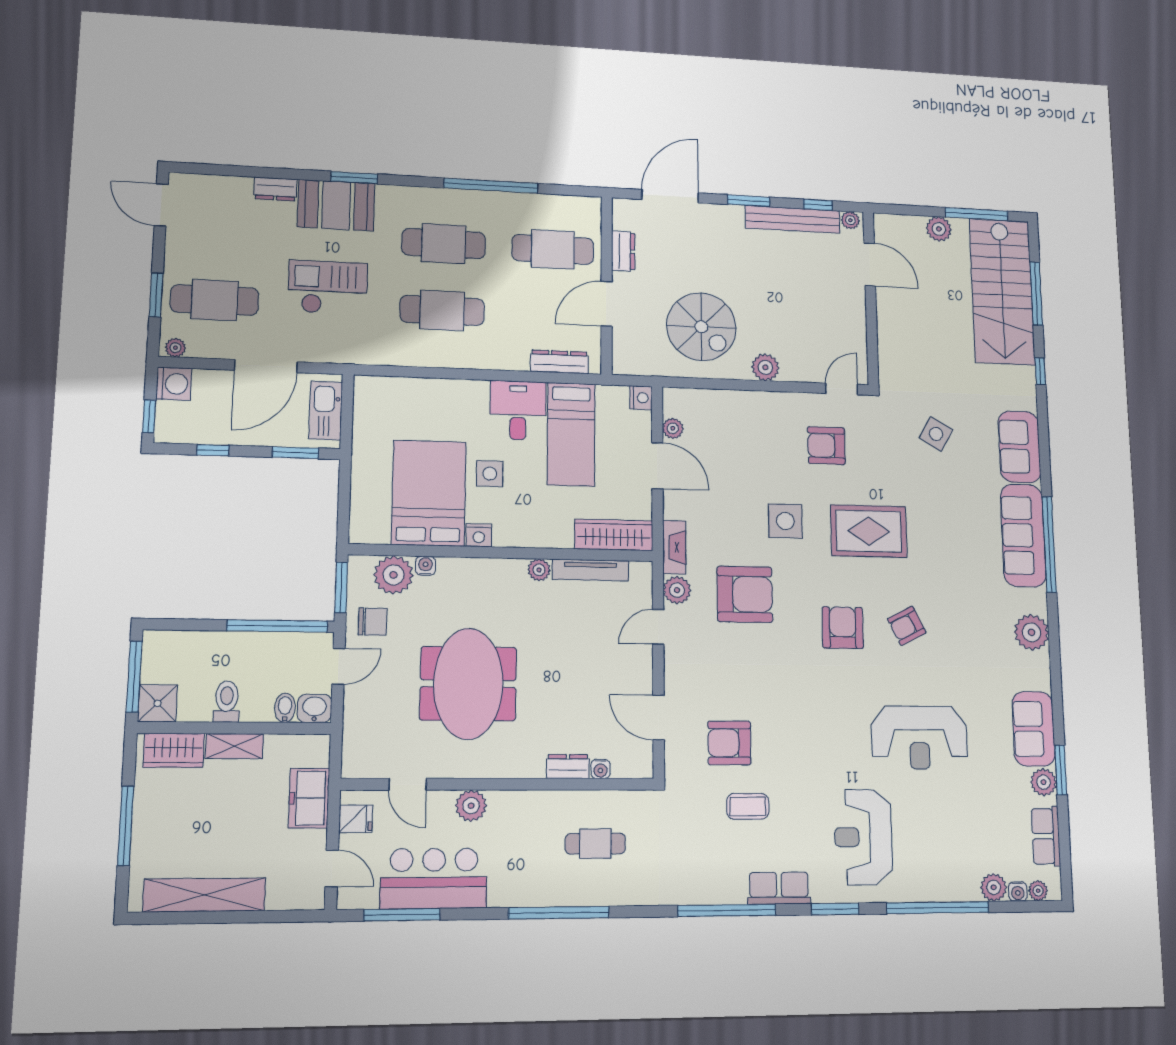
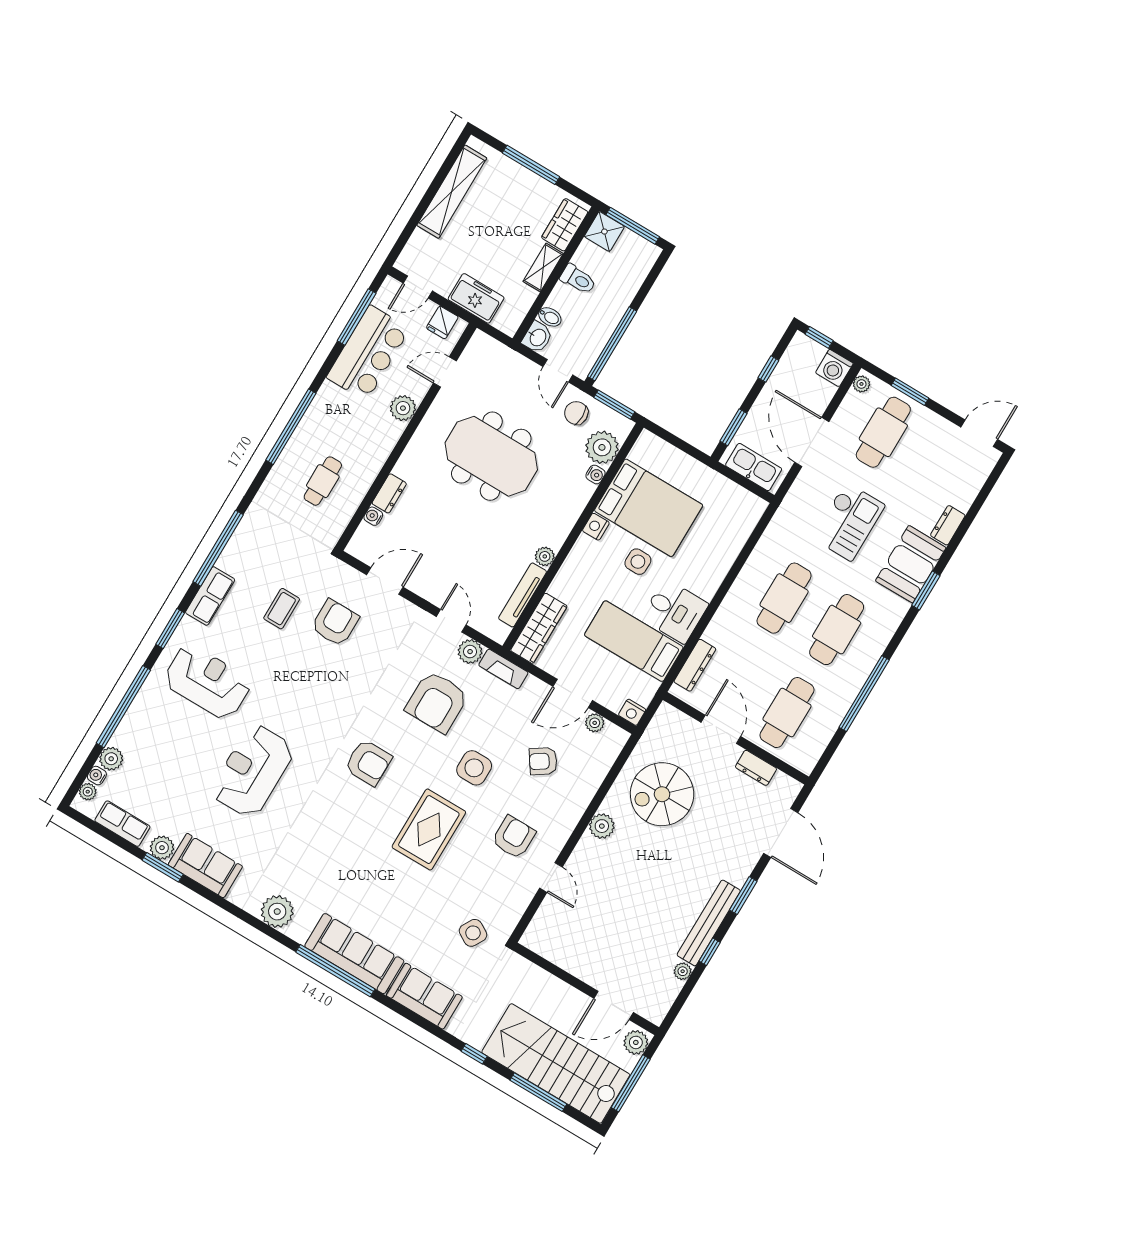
door: (870, 264) -> (614, 1005), moved
wall: (871, 298) -> (586, 989), moved
chair: (373, 622) -> (576, 413), turned 90
armchair: (907, 626) -> (543, 761), moved, turned -97

